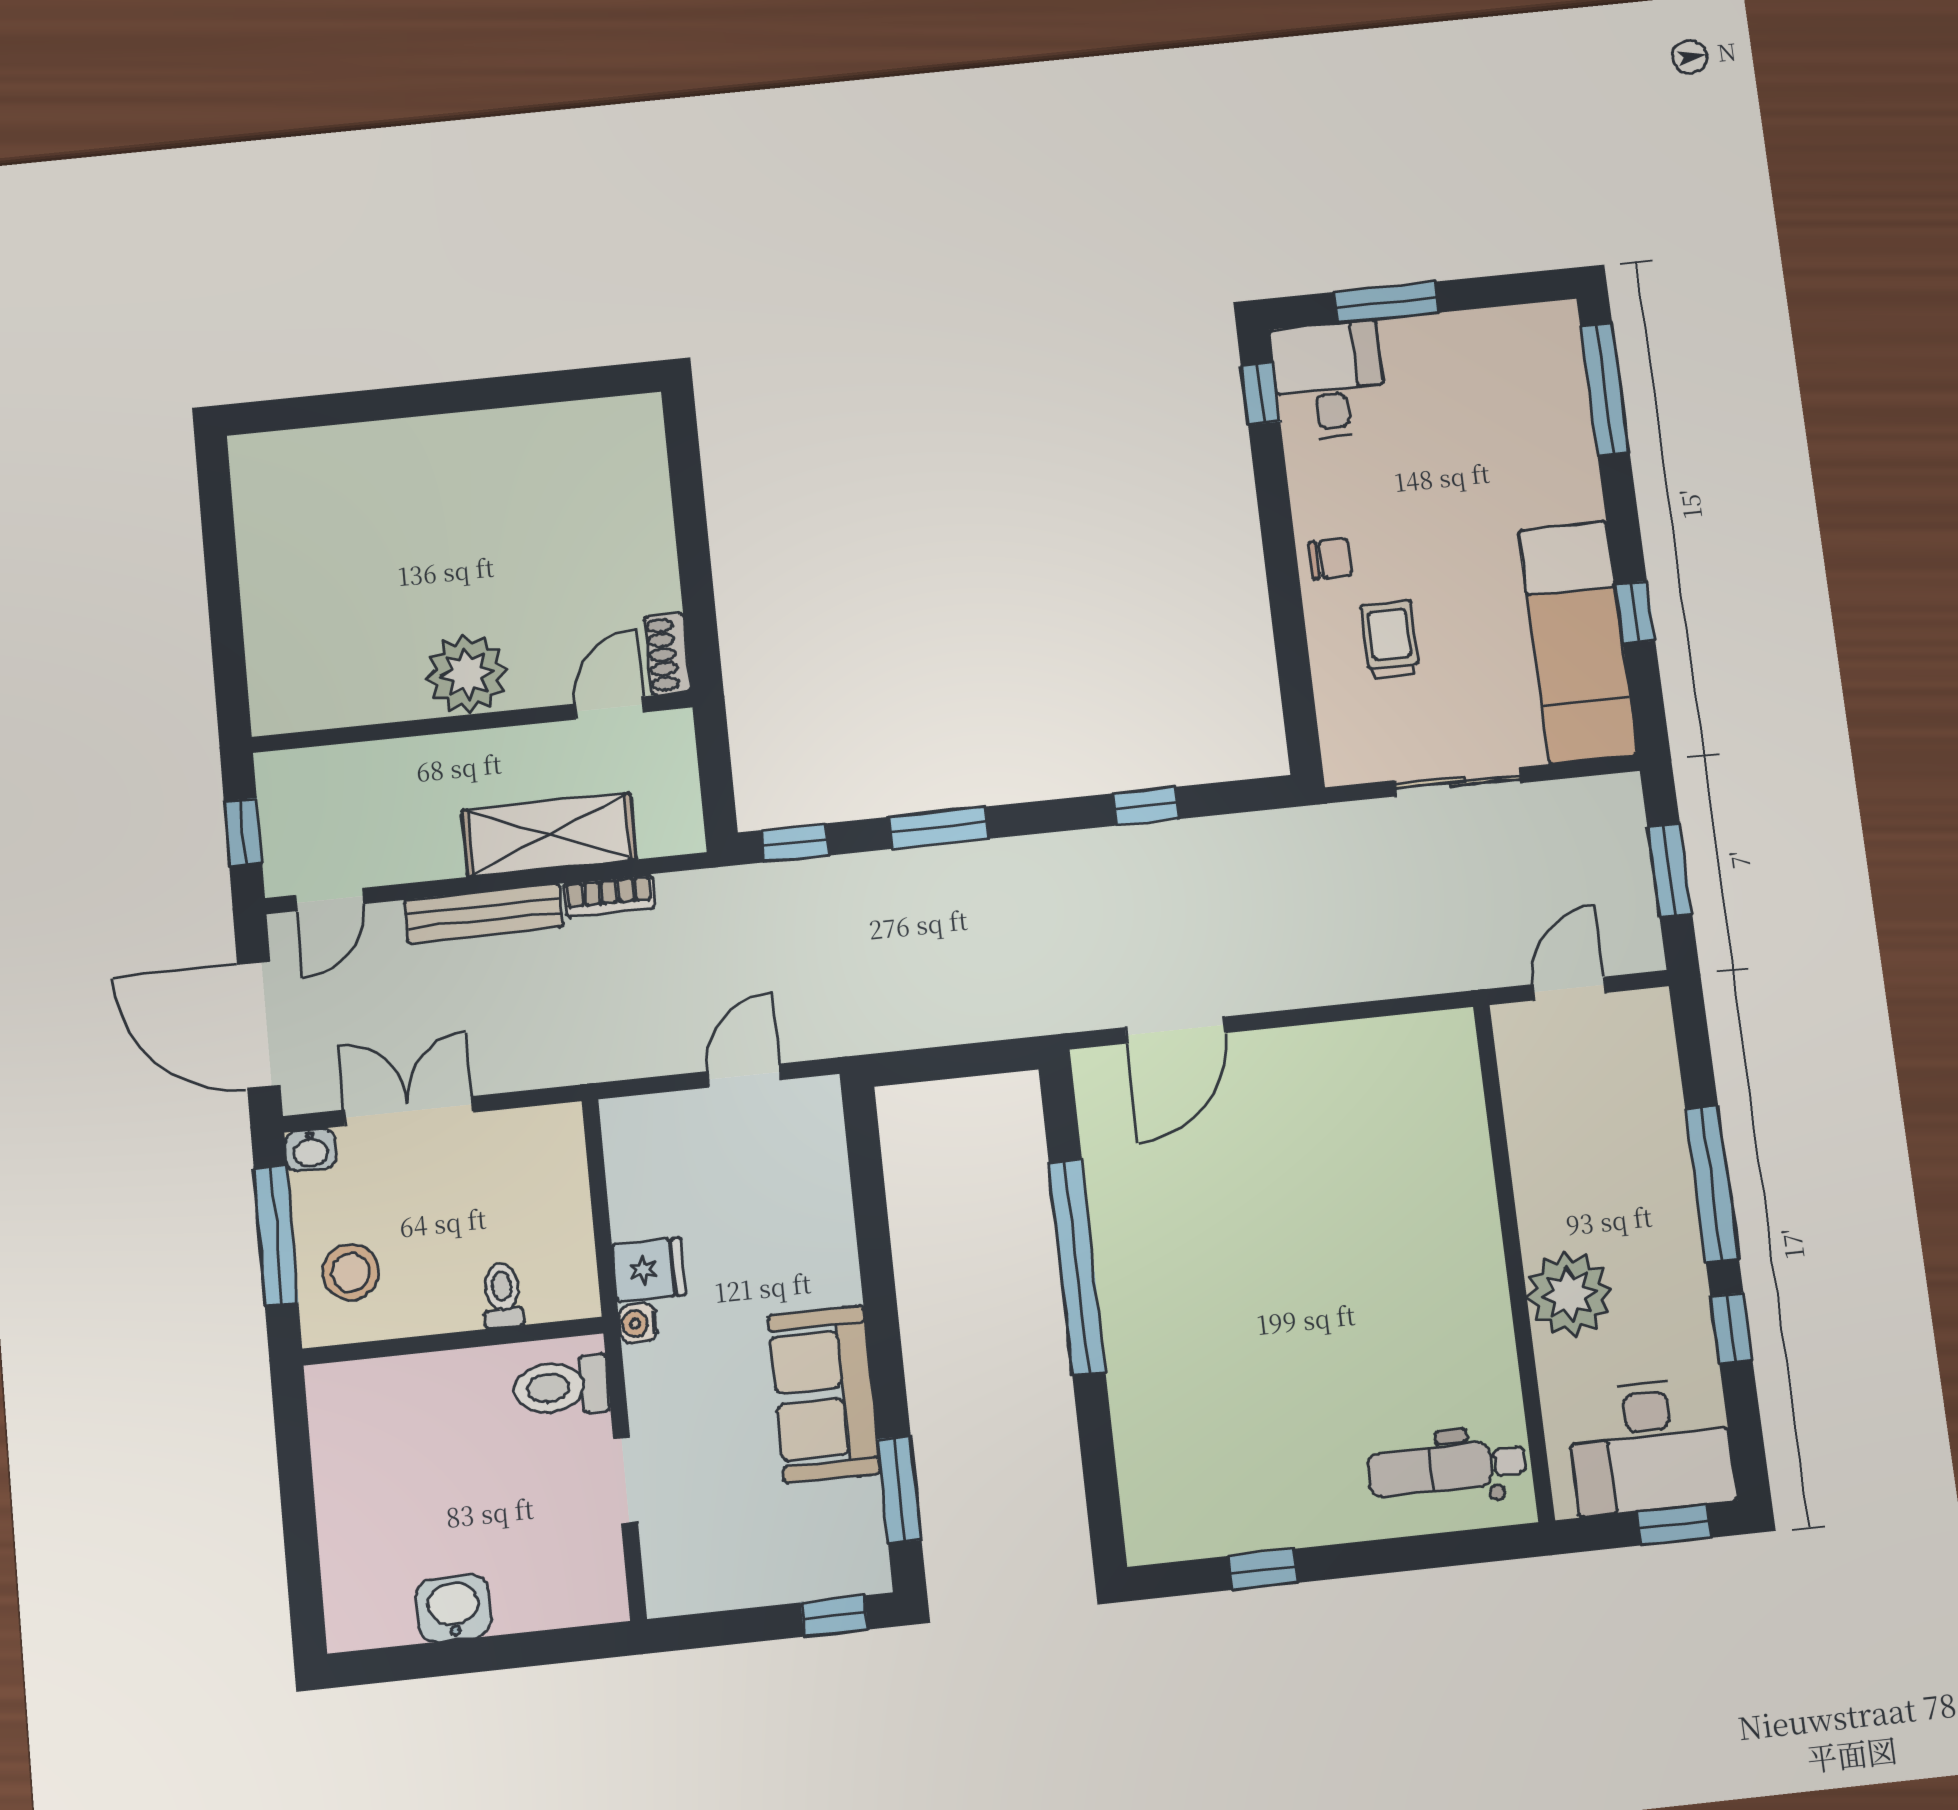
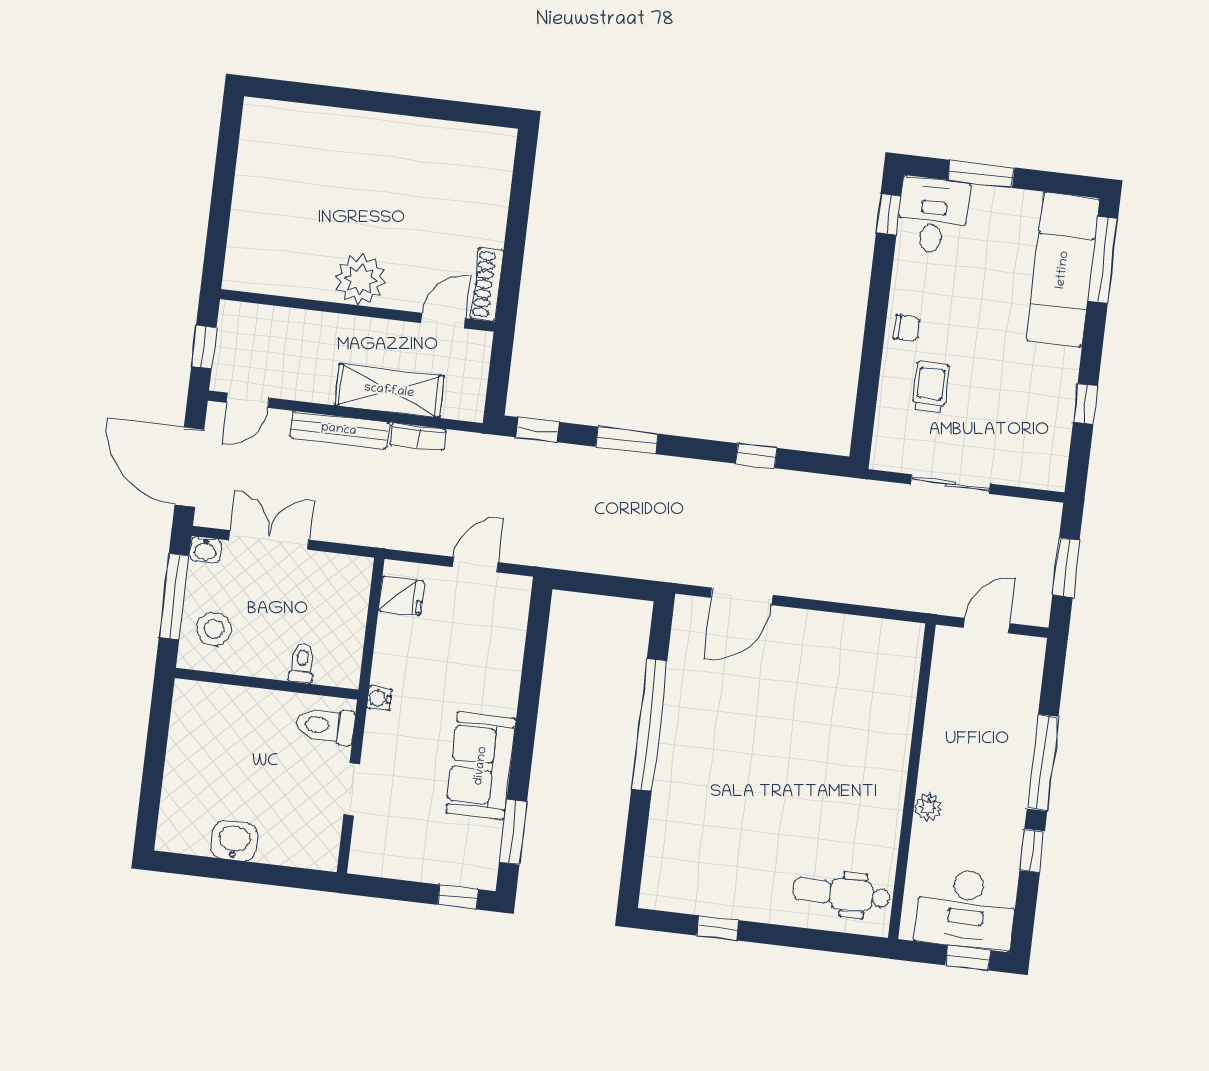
exam couch: (1578, 642) -> (1063, 270), moved
shoe rack: (668, 654) -> (487, 284), width x1.43
fridge: (649, 1270) -> (401, 596), moved
plant: (1569, 1294) -> (928, 807), width x0.53, depth x0.53

